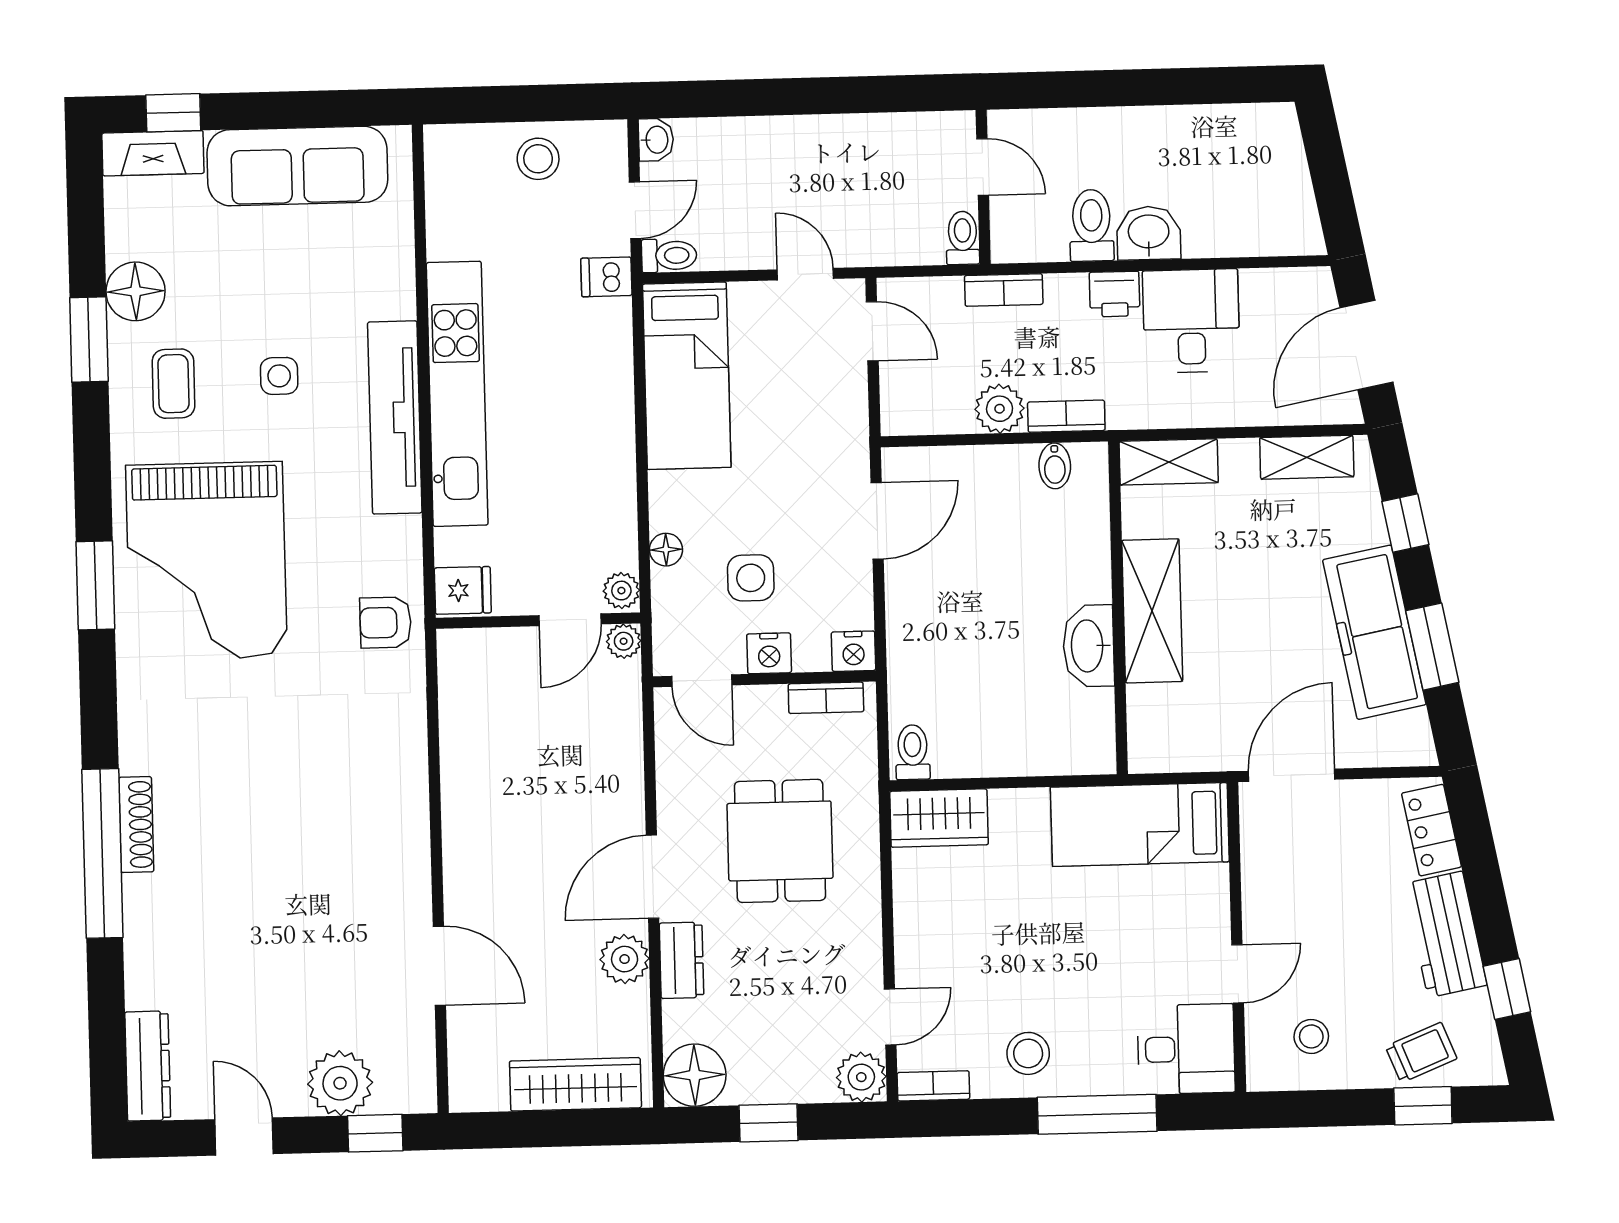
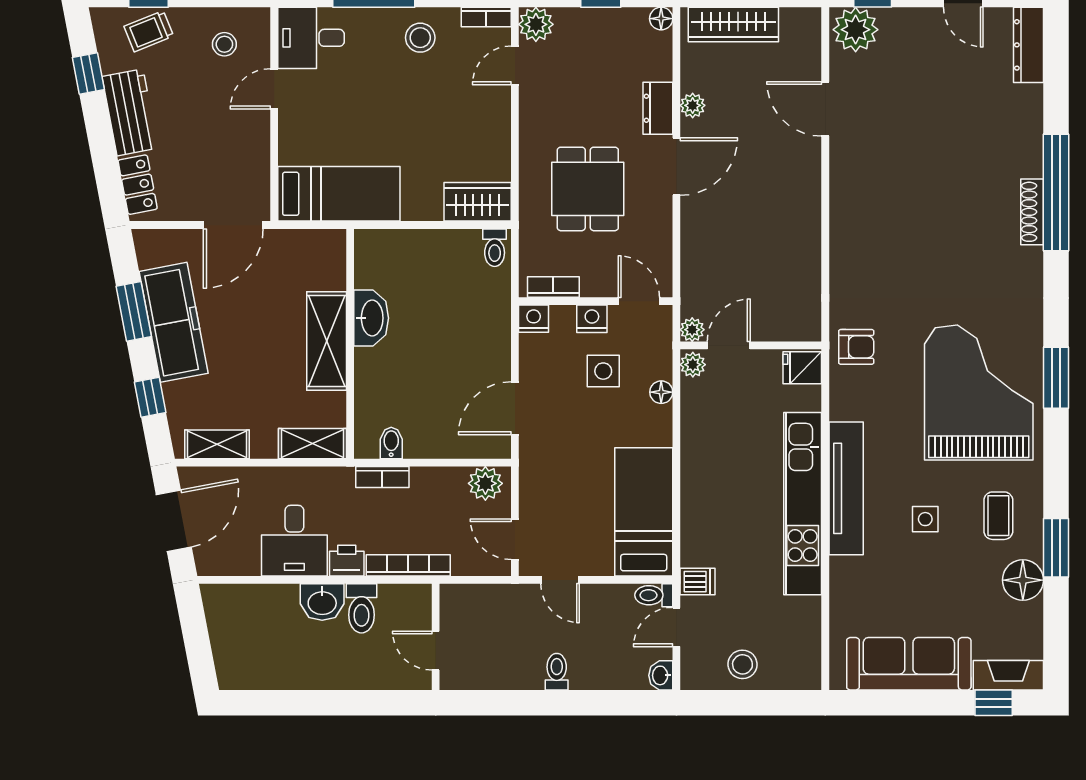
toilet: (963, 238) -> (557, 672), moved, turned 180
bookcase: (1004, 290) -> (408, 565), width x1.56
plant: (1000, 409) -> (485, 483), moved
plant: (625, 959) -> (693, 105), width x0.73, depth x0.73
floor lamp: (695, 1075) -> (661, 19), width x0.53, depth x0.53
plant: (340, 1083) -> (856, 30), moved

